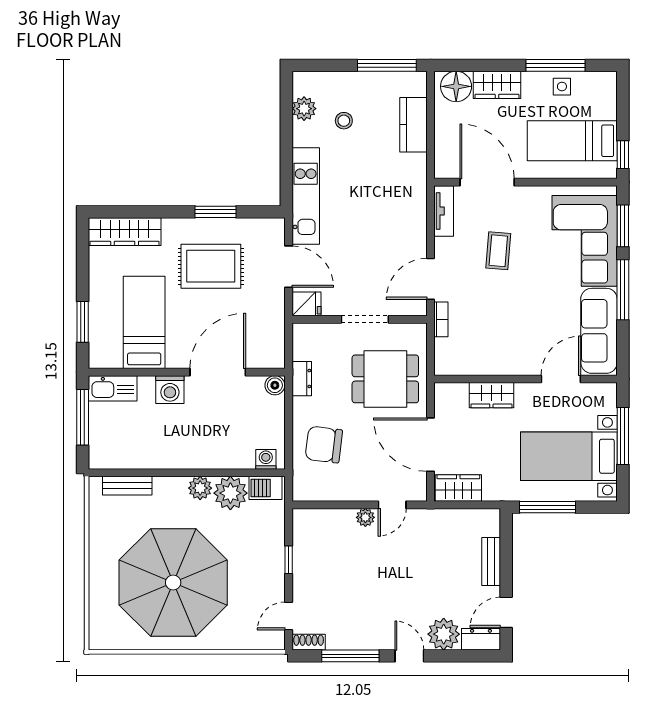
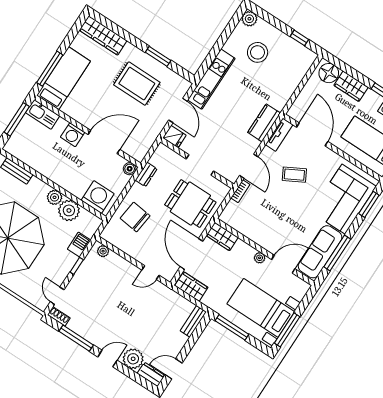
window: (387, 65) -> (299, 38), width x0.46
plant: (304, 109) -> (249, 19), moved
stool: (344, 121) -> (258, 52), width x1.89, depth x1.89
kitchen counter: (413, 125) -> (264, 123), moved
coffee table: (498, 251) -> (294, 175), turned 57
door: (430, 279) -> (249, 166), swing flipped
window: (623, 290) -> (337, 253), moved
window: (83, 322) -> (50, 69), width x1.44
bed: (144, 322) -> (64, 78), moved
plant: (524, 391) -> (260, 258), added
wardrobe: (491, 395) -> (222, 237), moved
window: (623, 436) -> (287, 330), moved
washing machine: (266, 459) -> (98, 197), width x1.89, depth x1.89
barbecue: (266, 488) -> (79, 245), moved, turned 90
plant: (365, 517) -> (103, 251), moved
bench: (491, 562) -> (193, 321), moved
door: (289, 616) -> (57, 296), hinge flipped
door: (409, 656) -> (107, 359), hinge flipped

